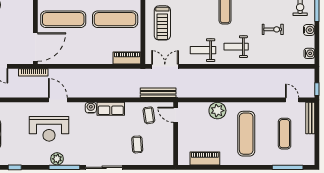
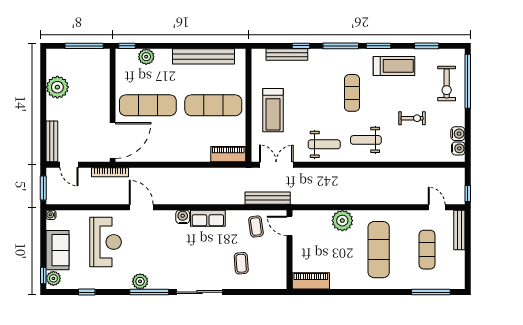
water cooler: (309, 30) -> (458, 134), moved
weight bench: (203, 50) -> (324, 144), turned 180
reception desk: (49, 129) -> (106, 242), moved, turned -90
piano: (205, 158) -> (311, 281), moved

